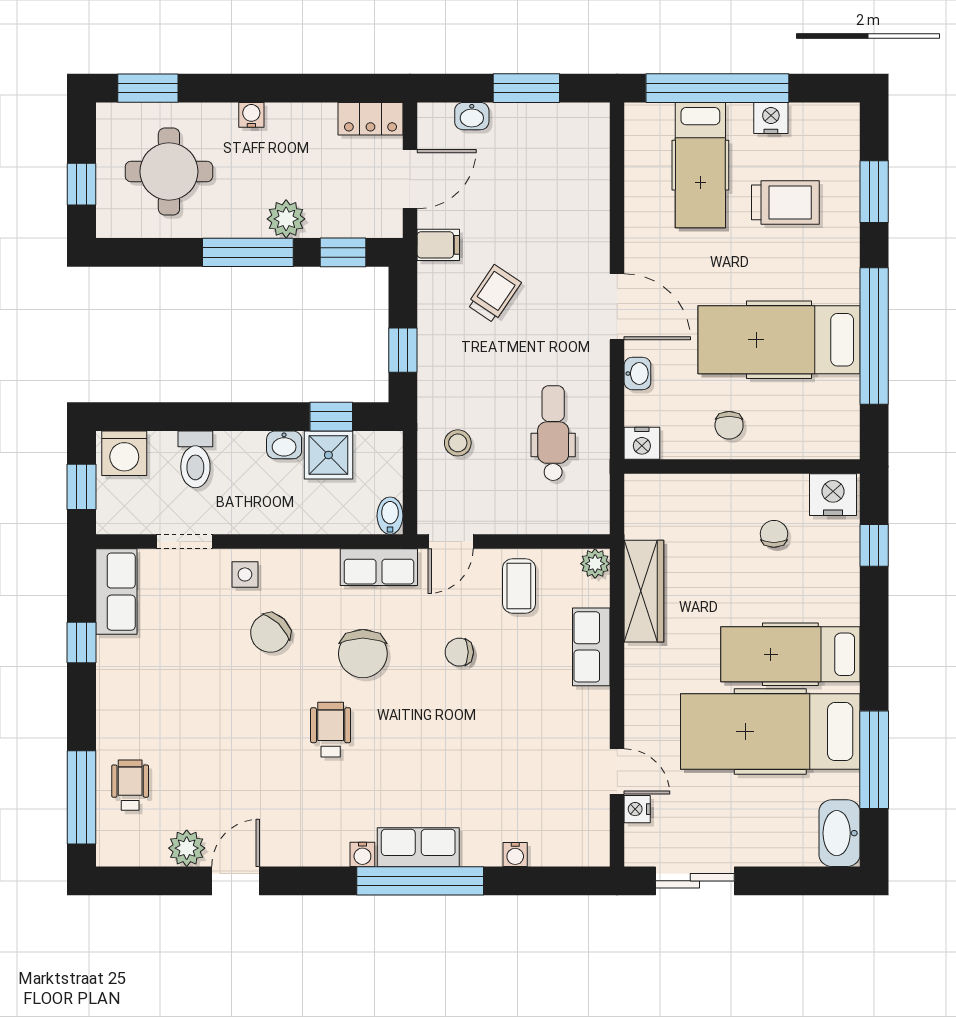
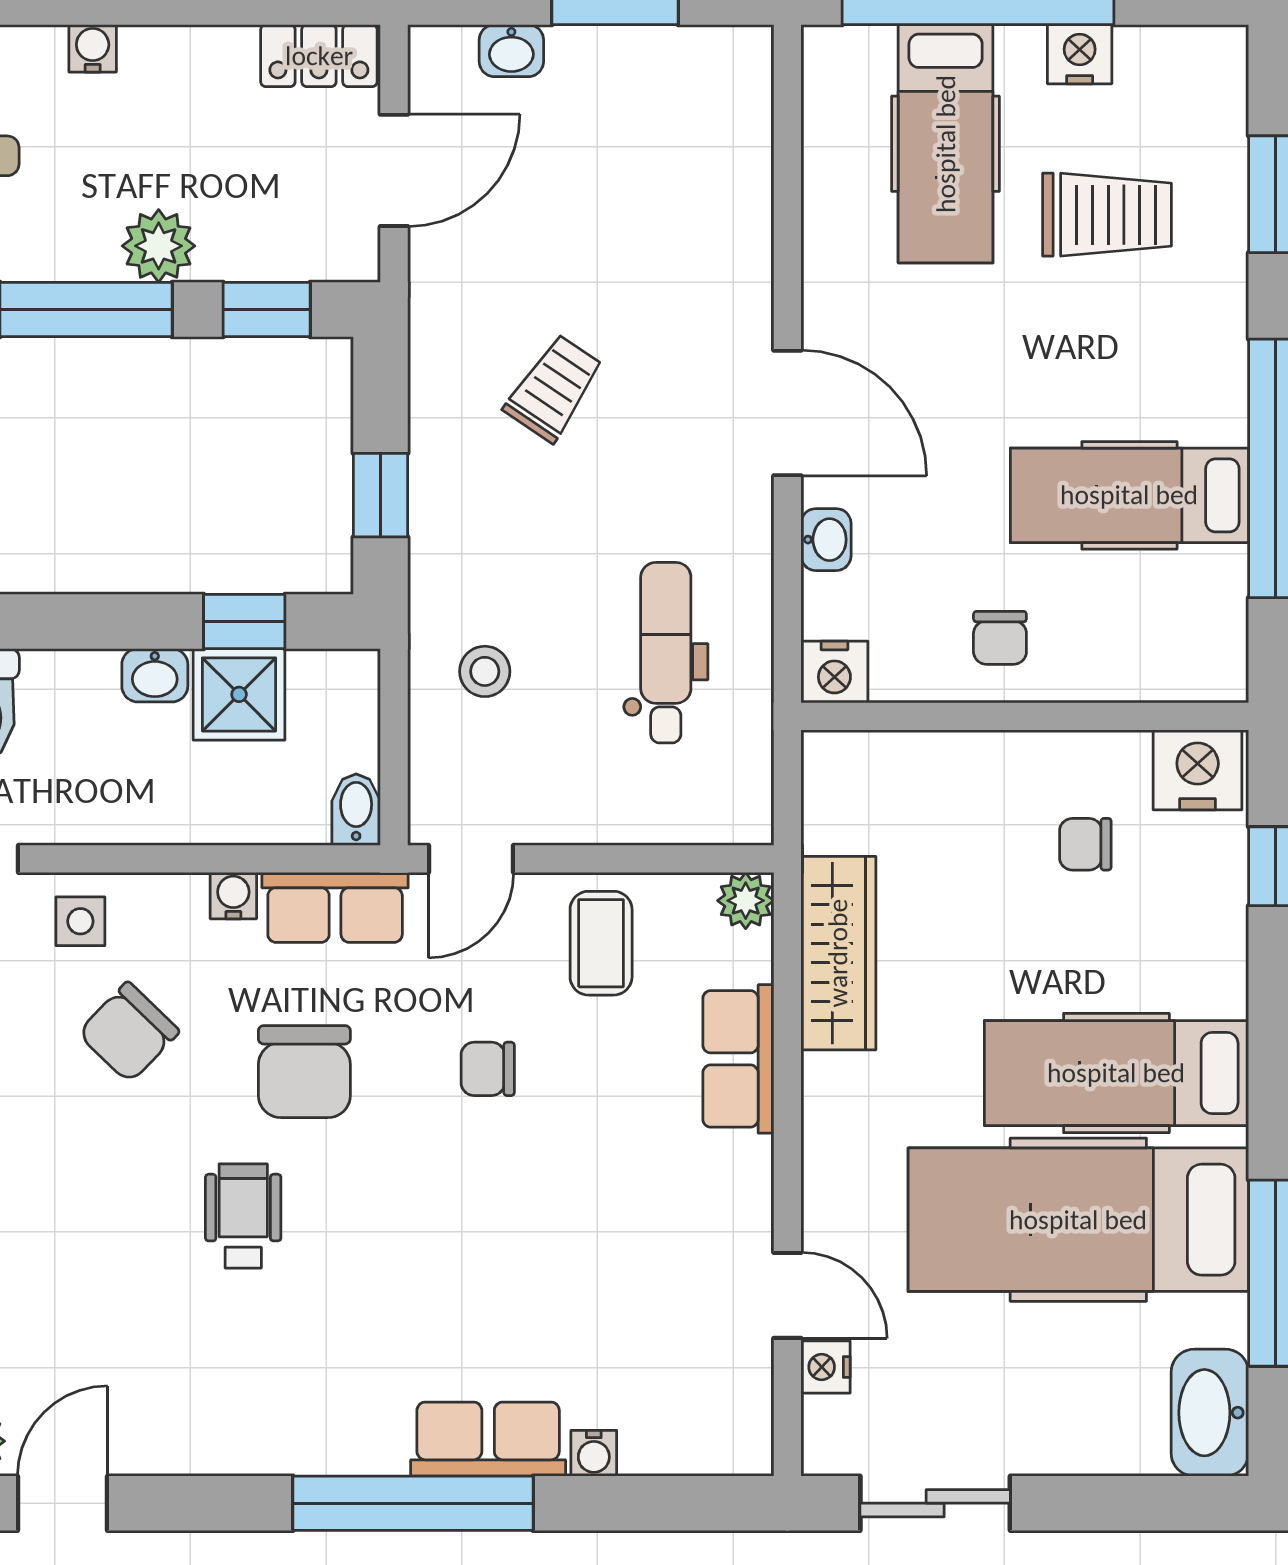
filing cabinet: (438, 245) -> (448, 295), removed
hospital bed: (779, 340) -> (1129, 495), width x0.73, depth x0.78
chair: (774, 534) -> (1085, 844), turned -90
row of seats: (418, 847) -> (488, 1439), moved
water cooler: (362, 854) -> (233, 896), moved, turned 180

